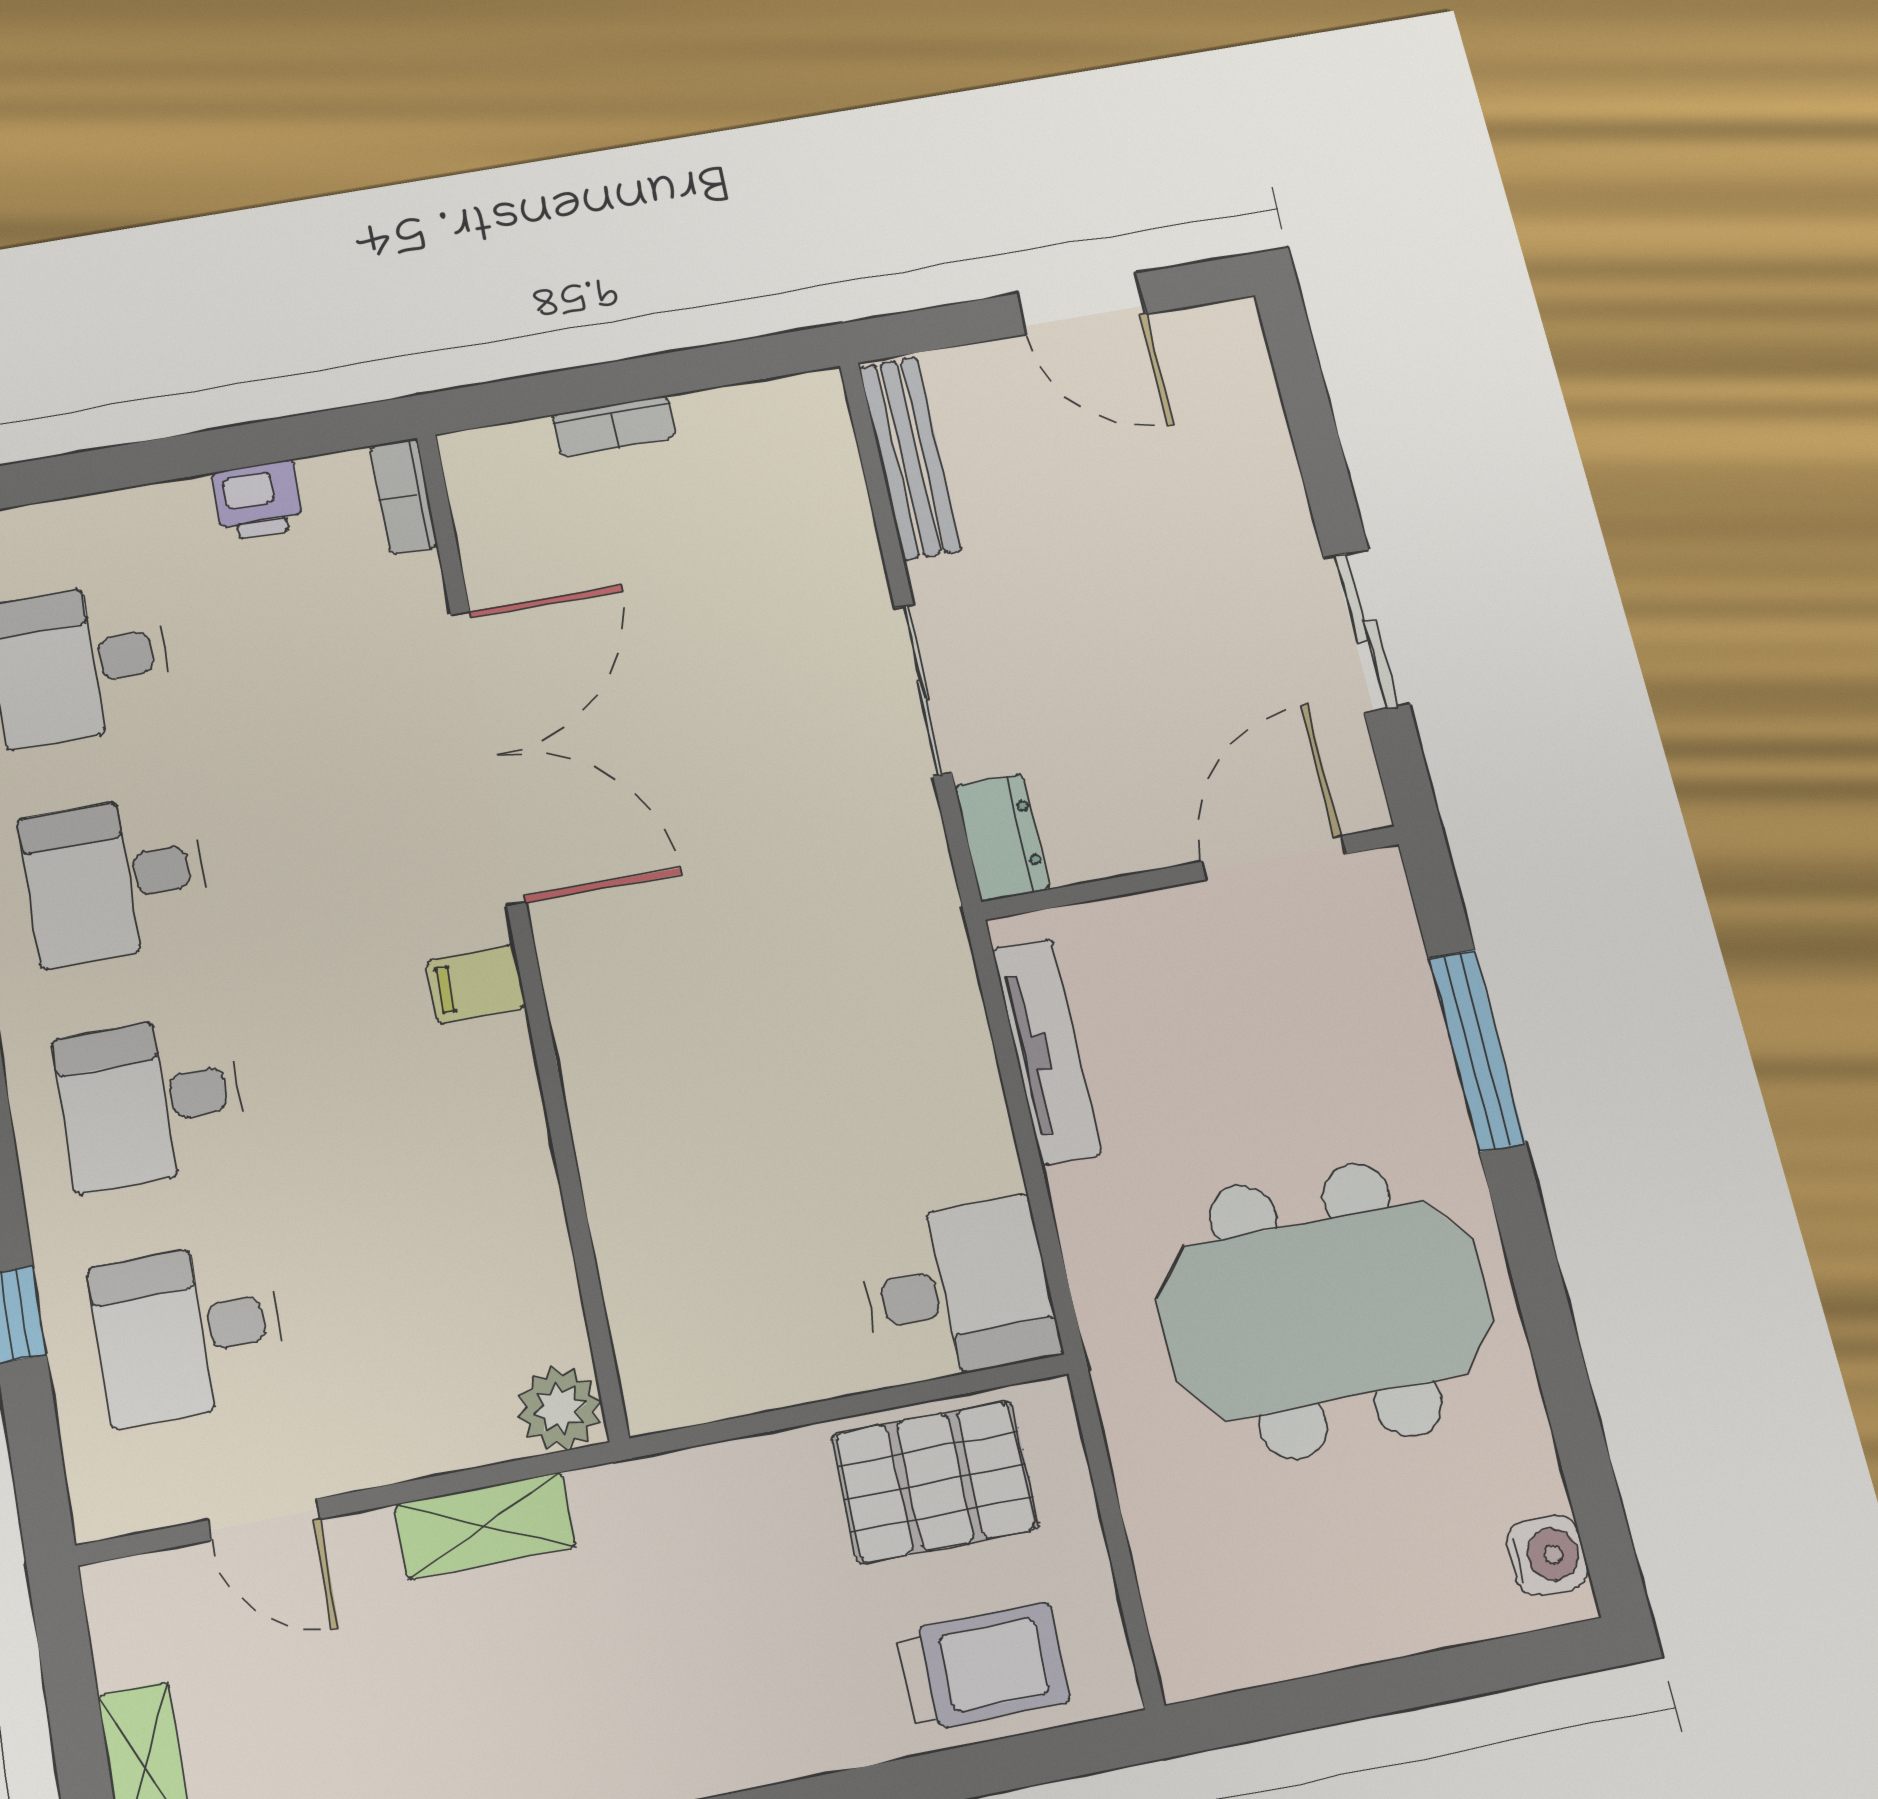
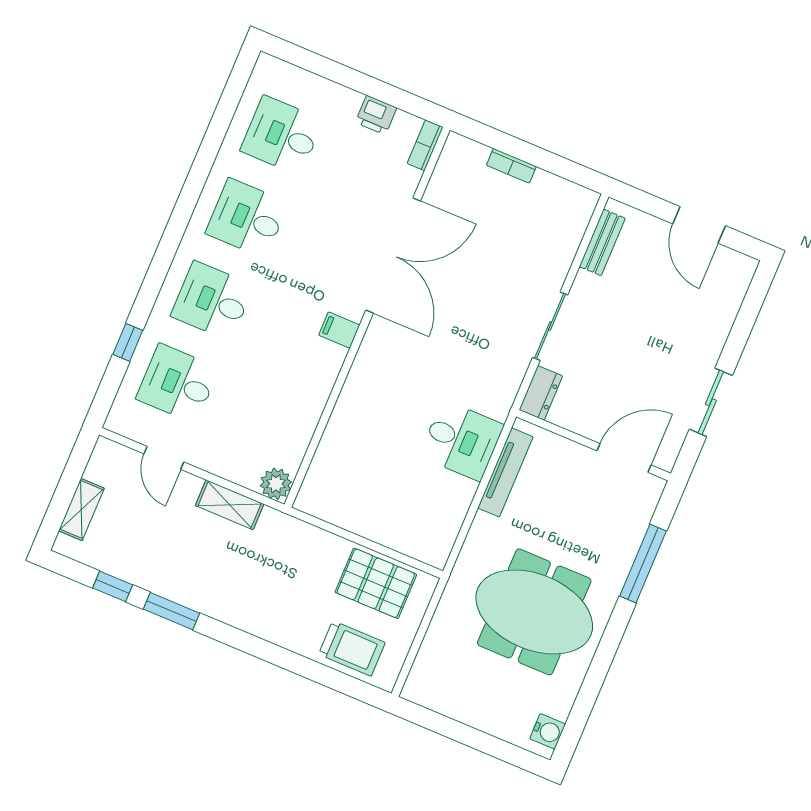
bench: (910, 458) -> (602, 242), width x0.73
desk: (958, 1290) -> (461, 440), moved

